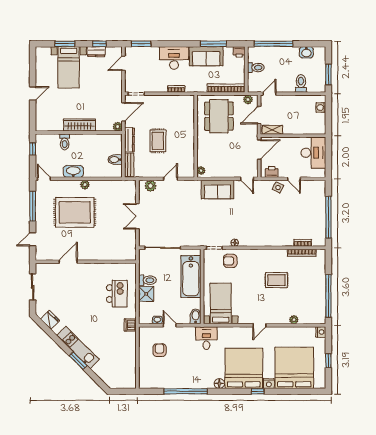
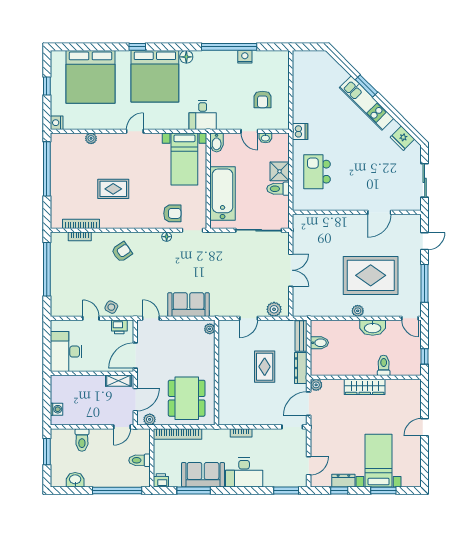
armchair: (270, 231) -> (122, 252), added
nightstand: (269, 384) -> (245, 57), moved

